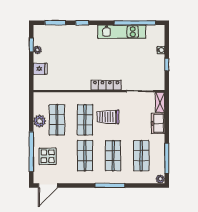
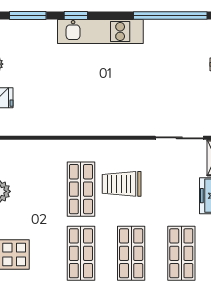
kitchen unit: (122, 32) -> (100, 32), moved
locker: (106, 85) -> (119, 127), removed
shop shelf: (57, 120) -> (31, 189), removed

